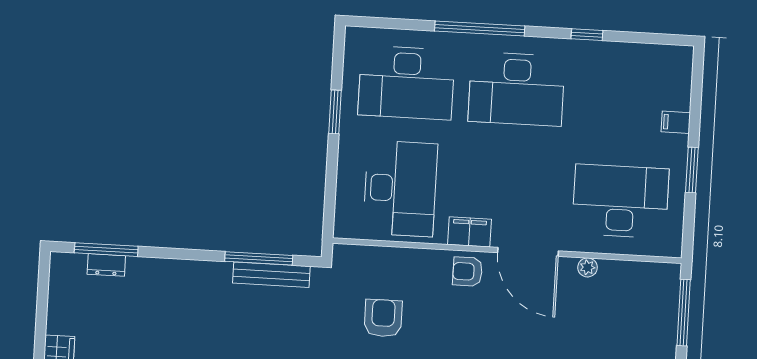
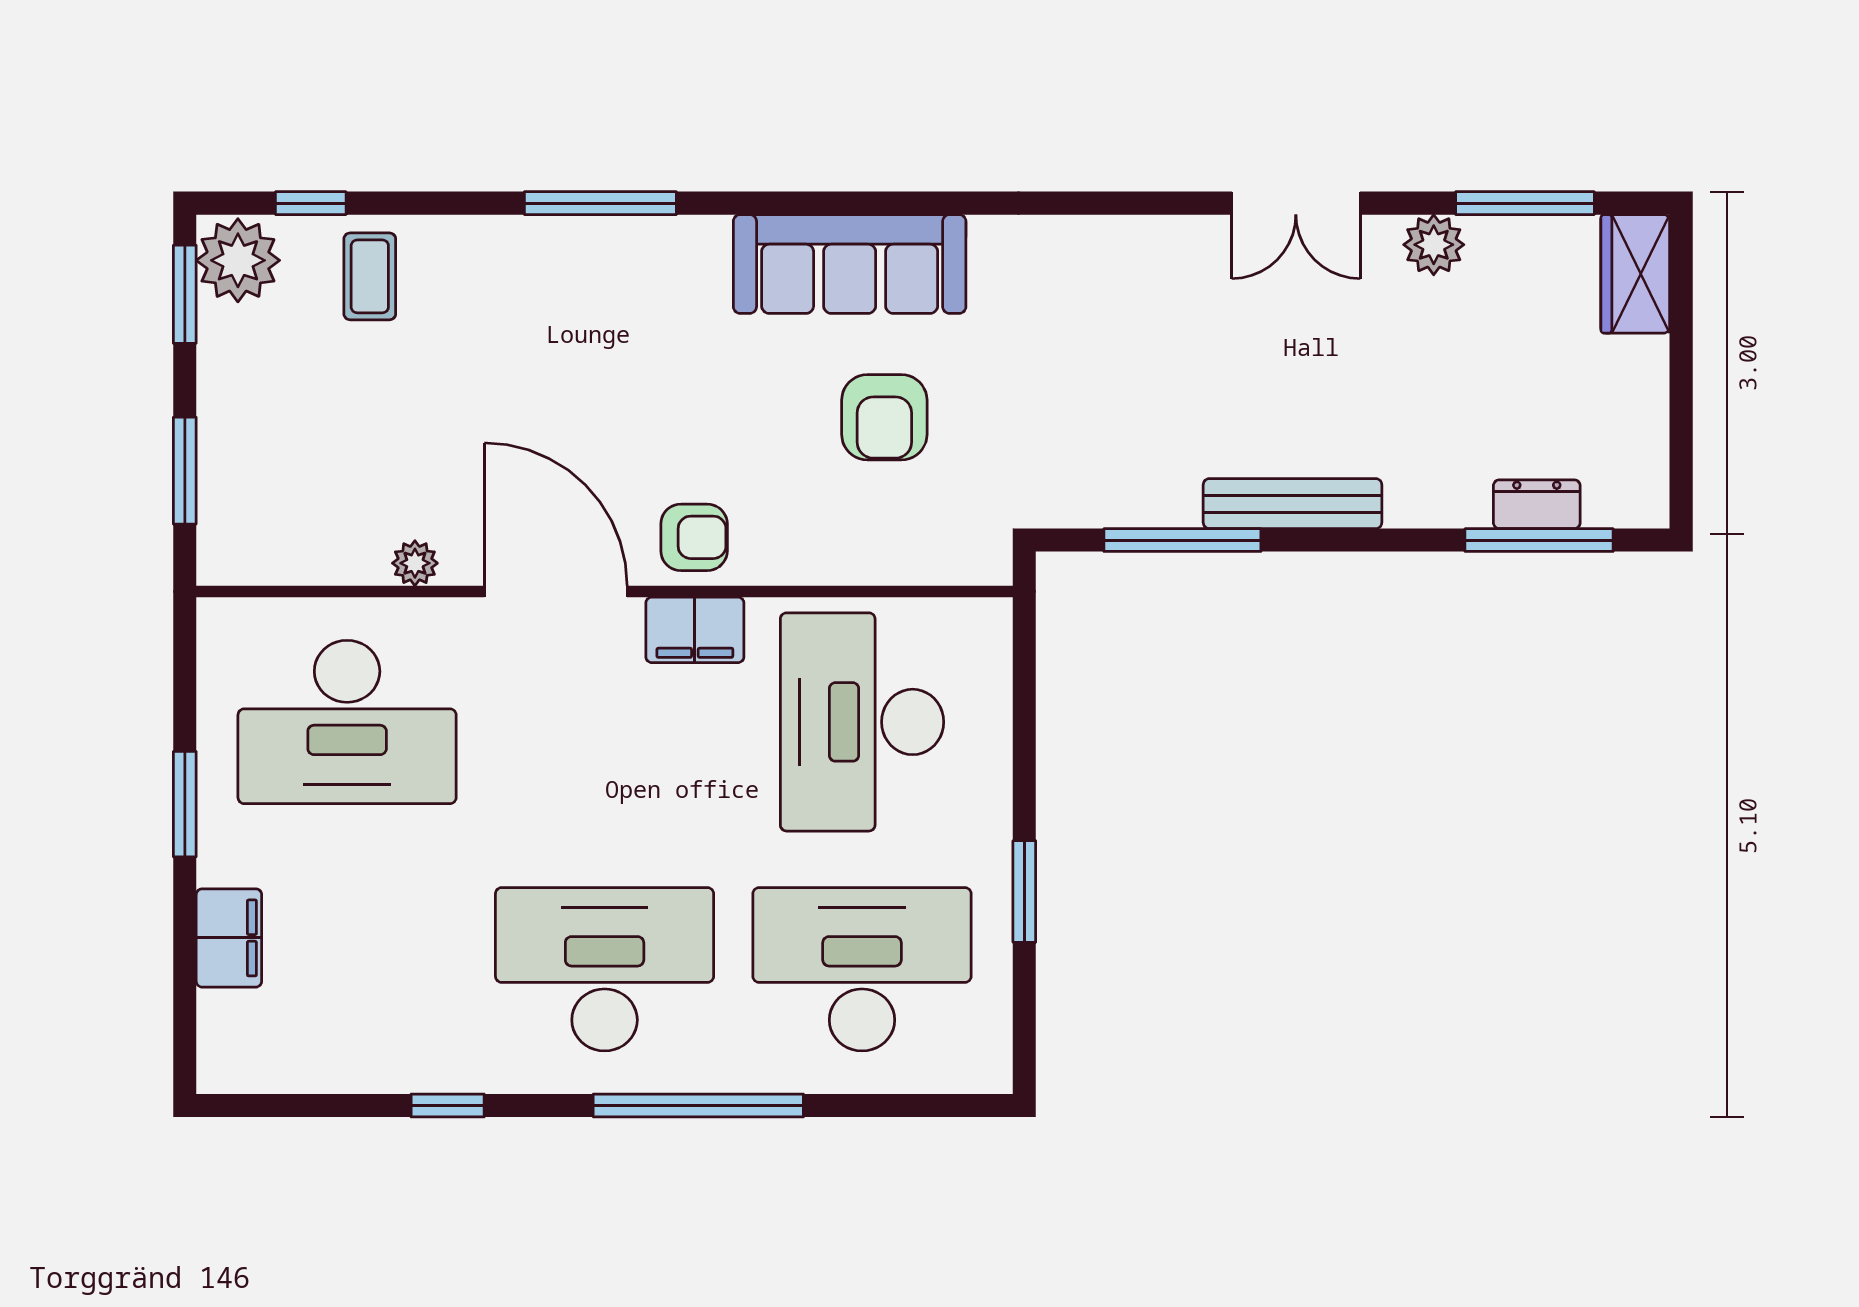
filing cabinet: (676, 122) -> (229, 938), width x2.00
bench: (271, 275) -> (1293, 504), moved
window: (684, 313) -> (185, 471), width x0.69

